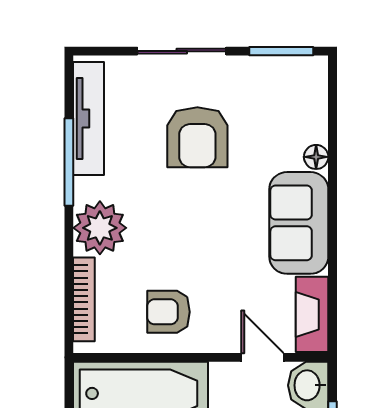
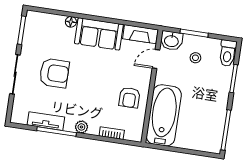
tv unit: (89, 119) -> (46, 121), width x0.71
plant: (100, 228) -> (81, 127), width x0.53, depth x0.53
bookcase: (84, 299) -> (112, 133), width x0.64

